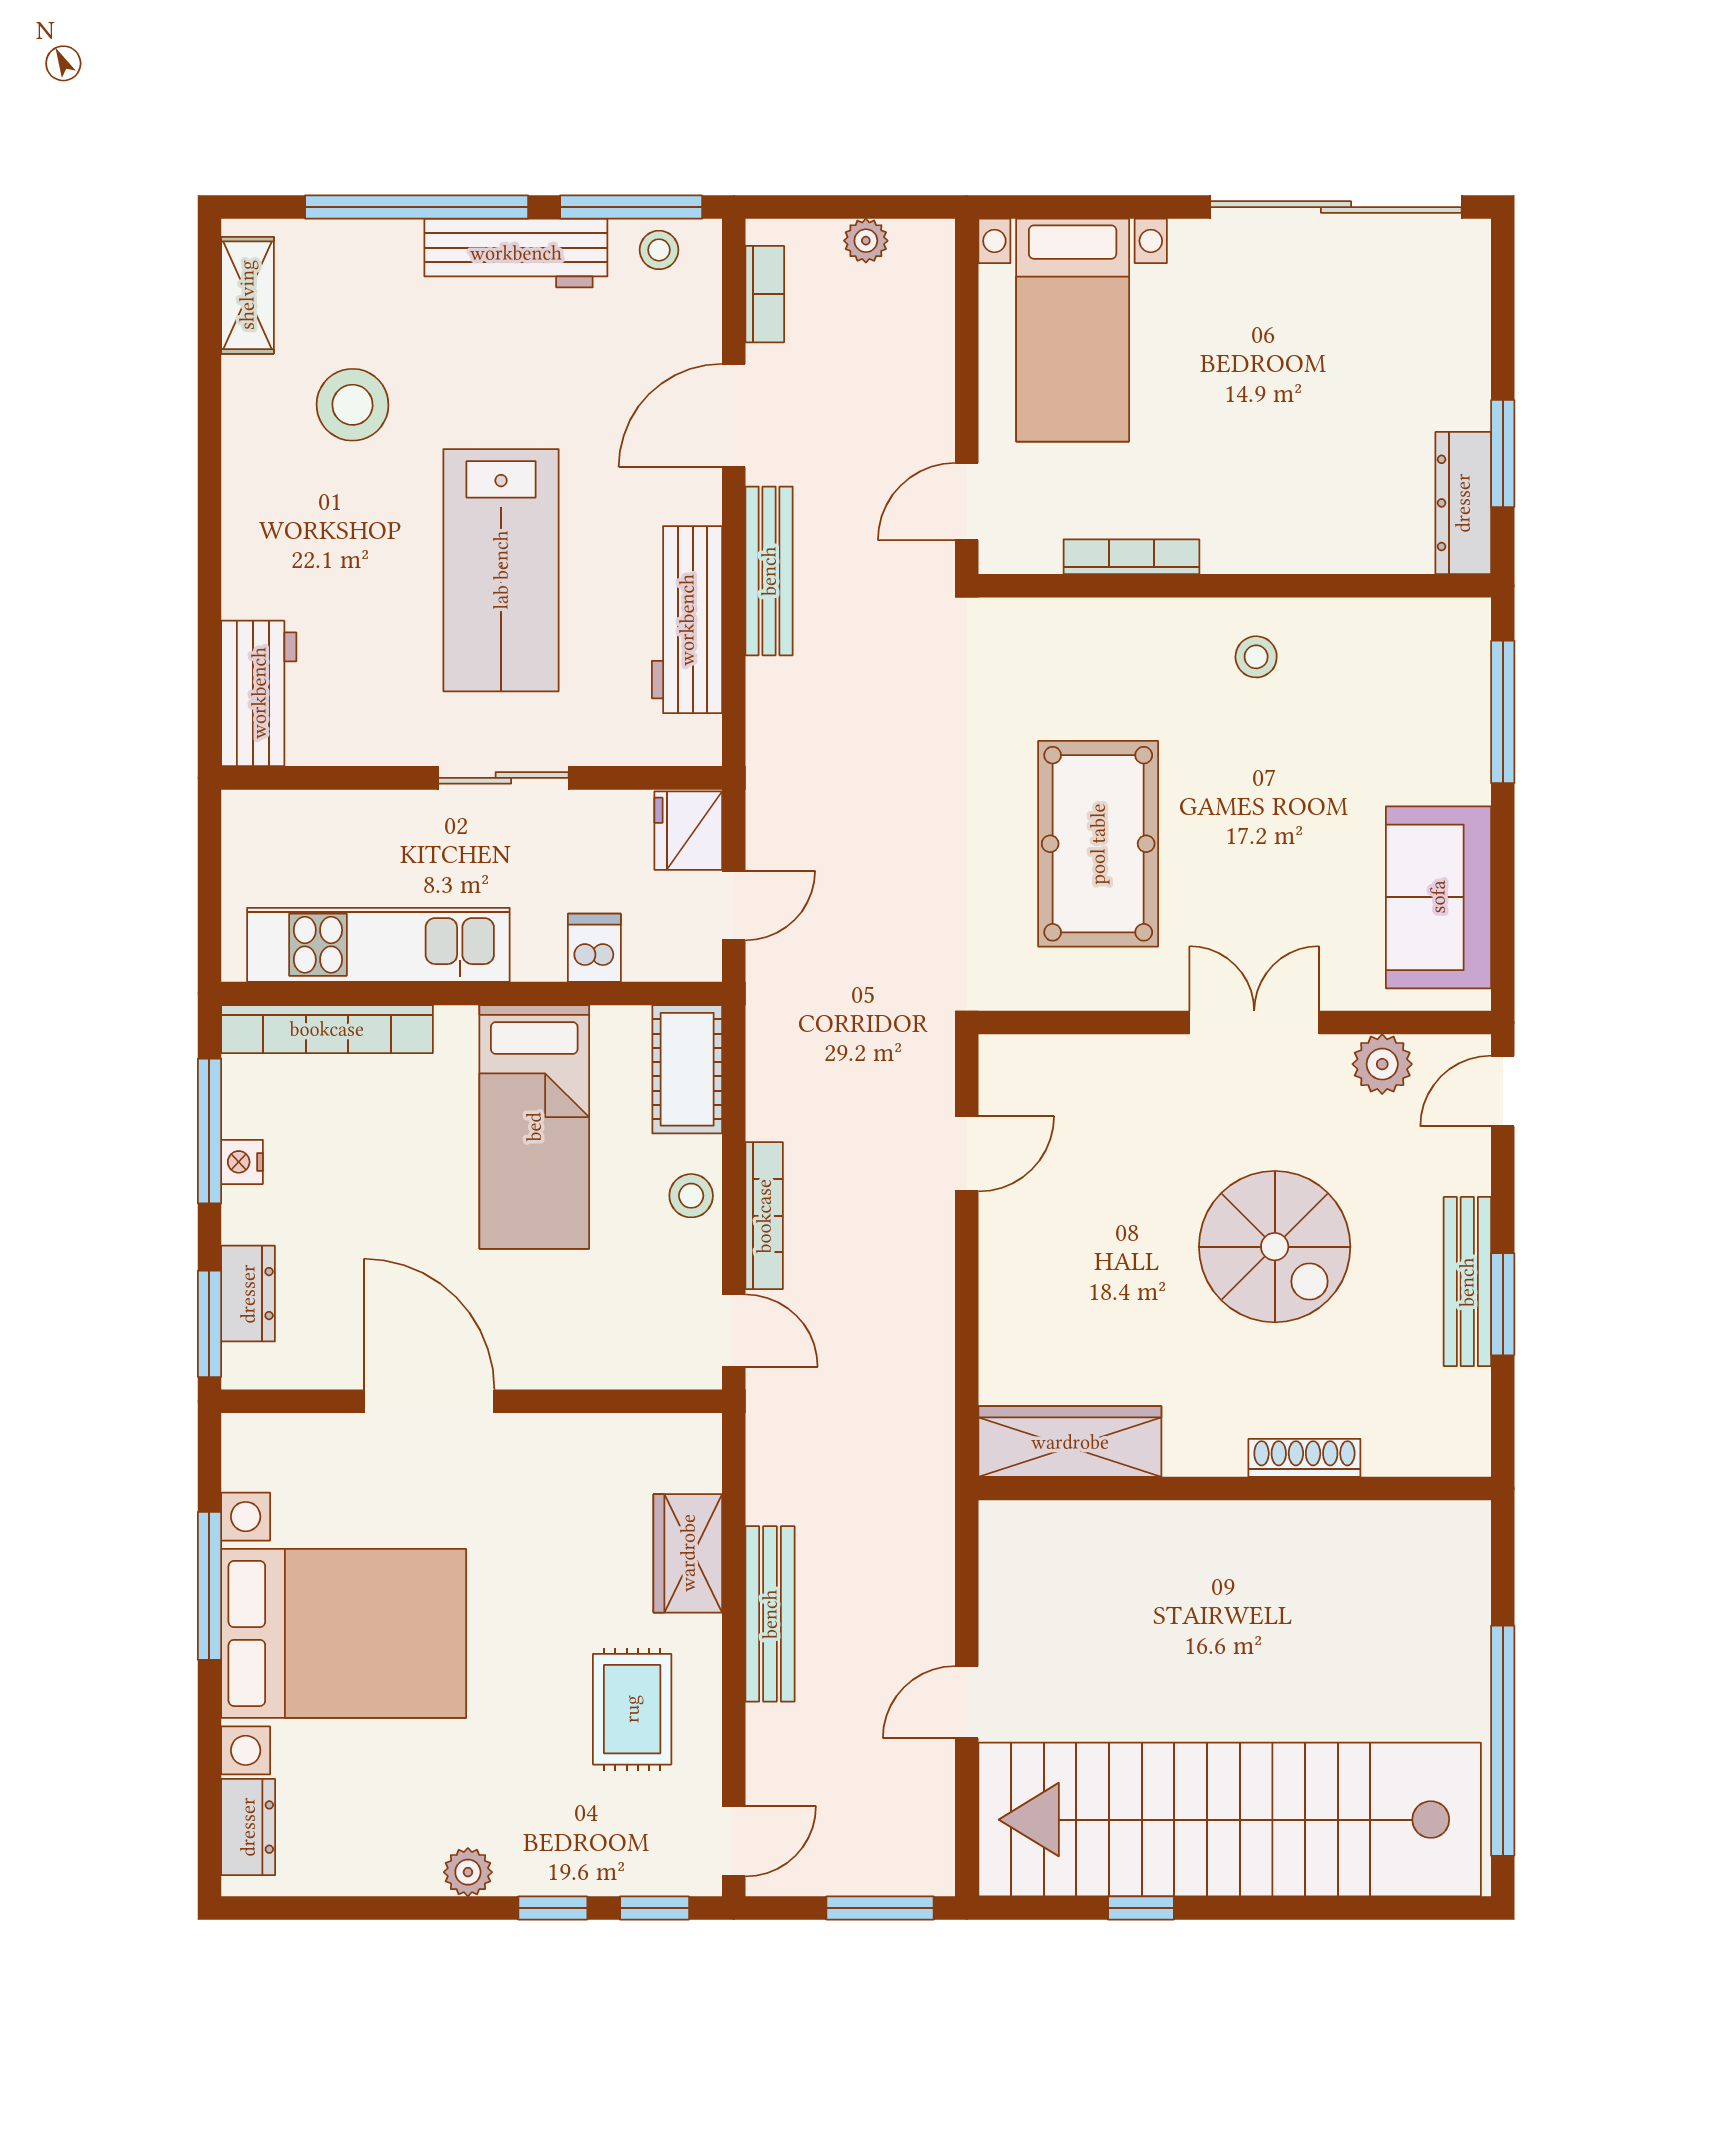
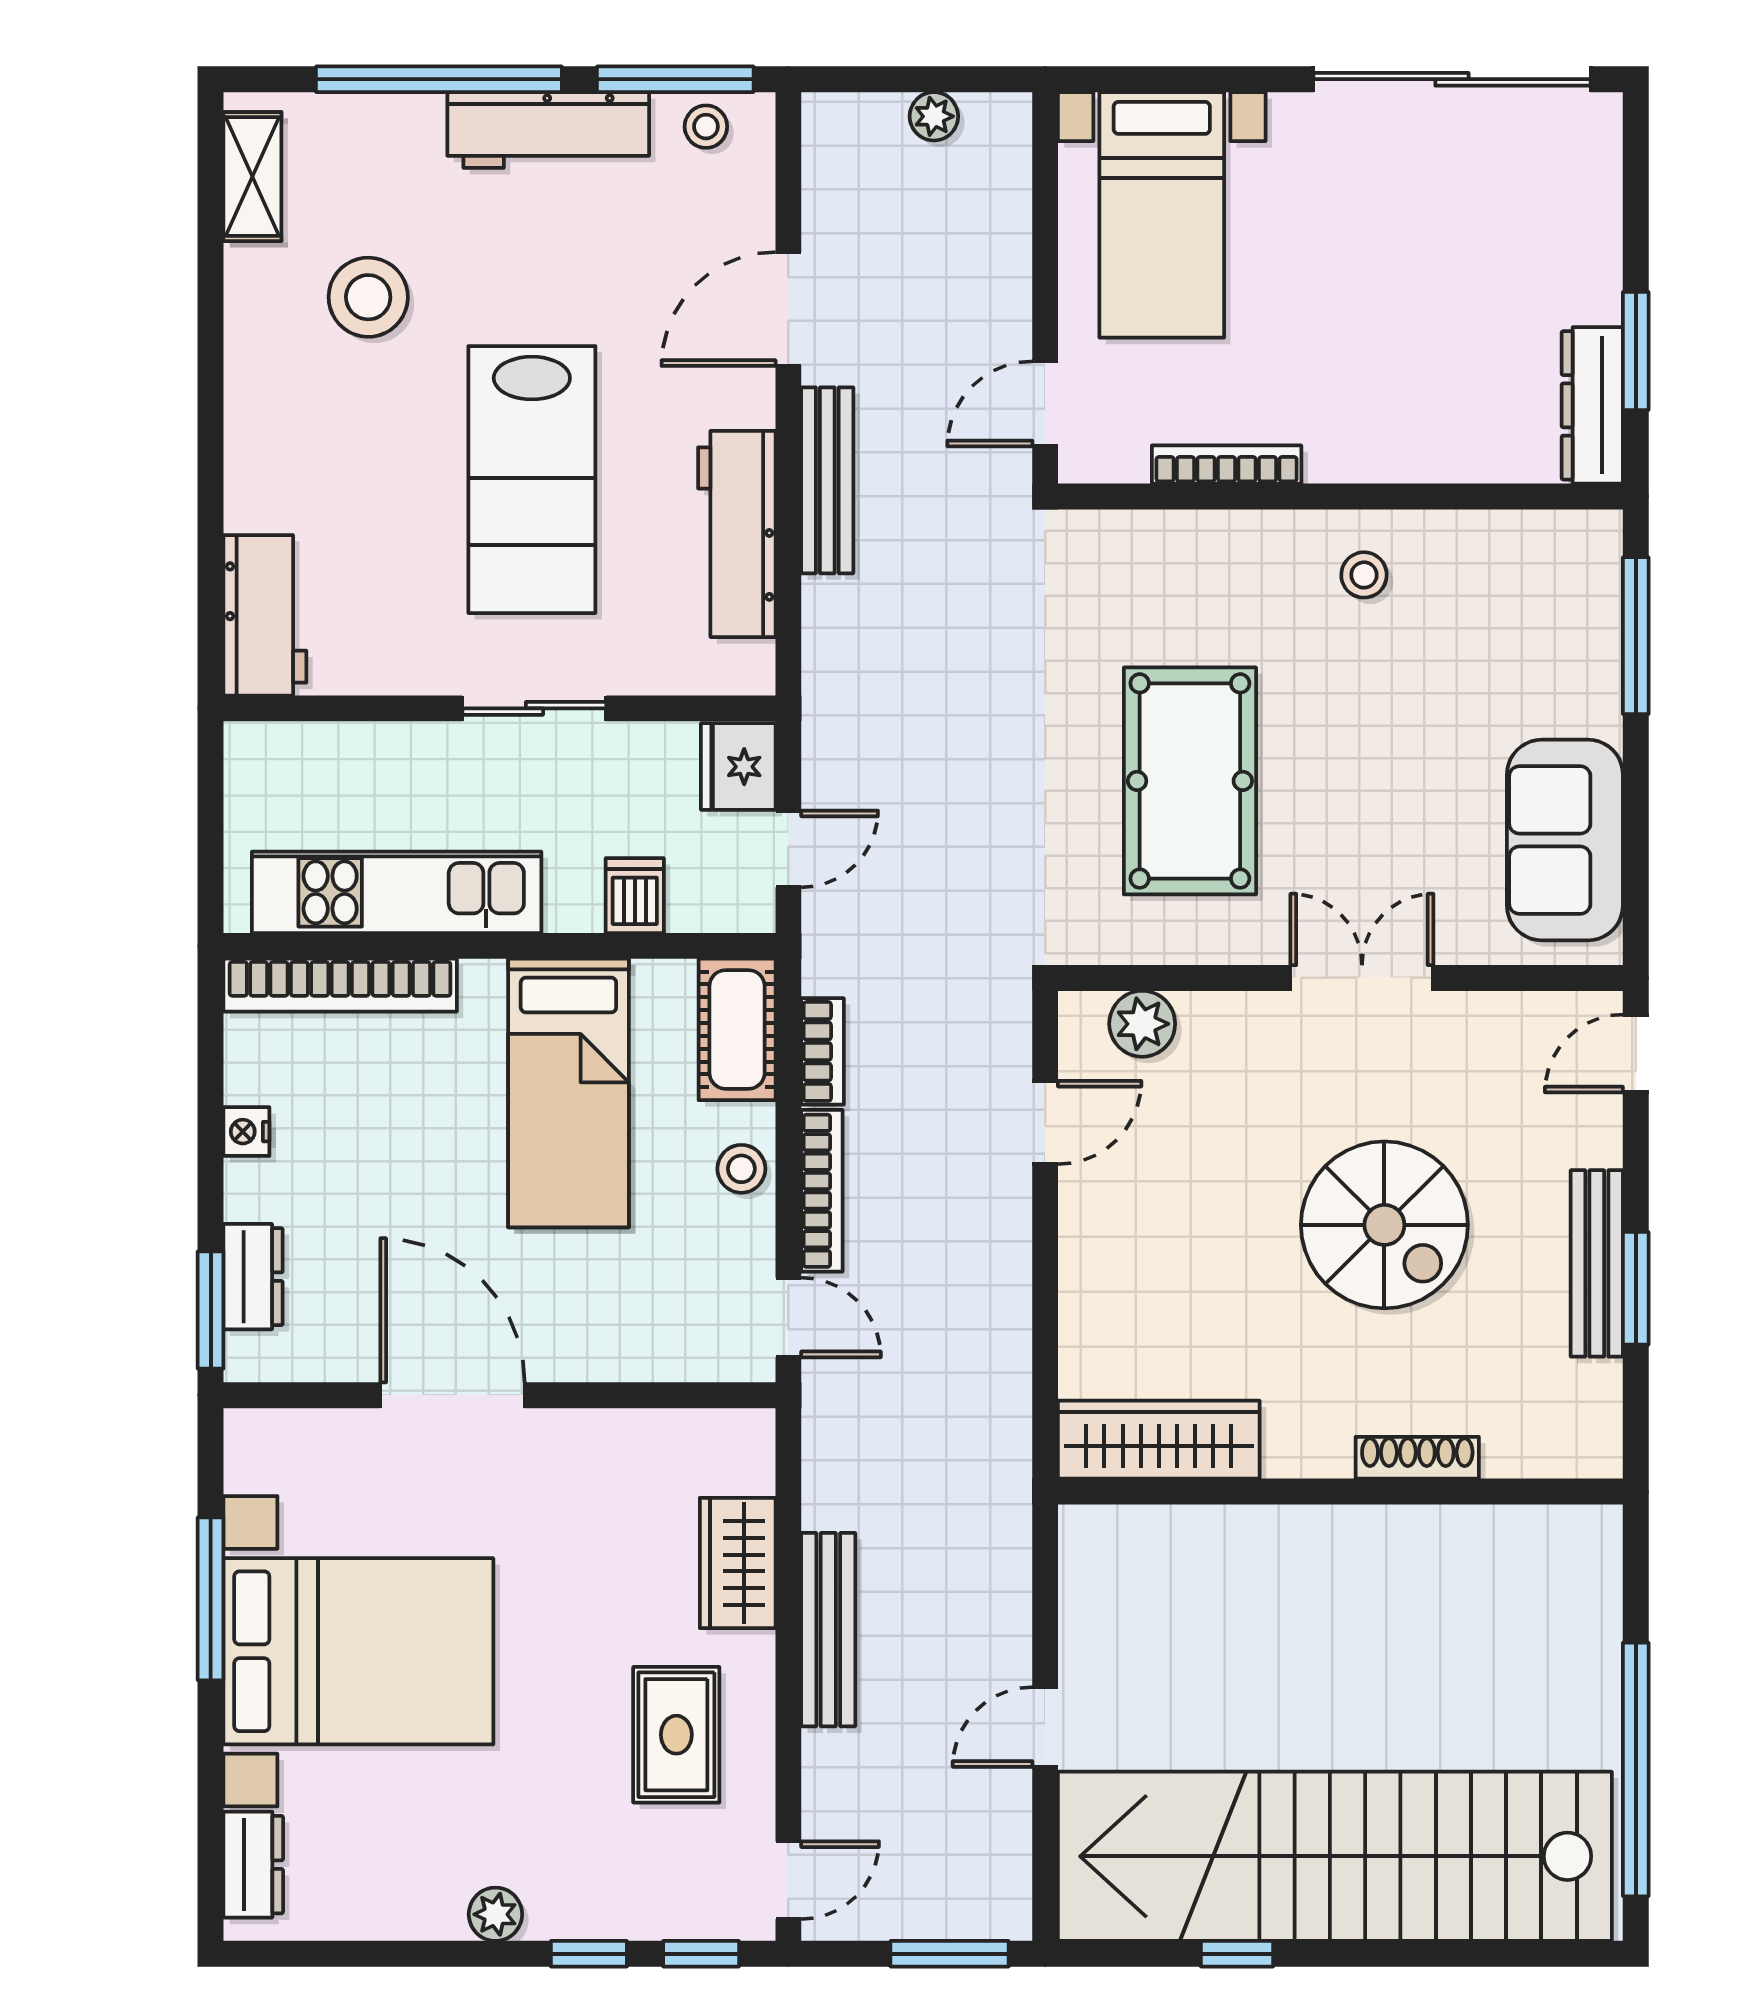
bookcase: (765, 294) -> (822, 1051), moved
plant: (1382, 1064) -> (1142, 1024), moved
window: (209, 1131) -> (211, 1098), removed

